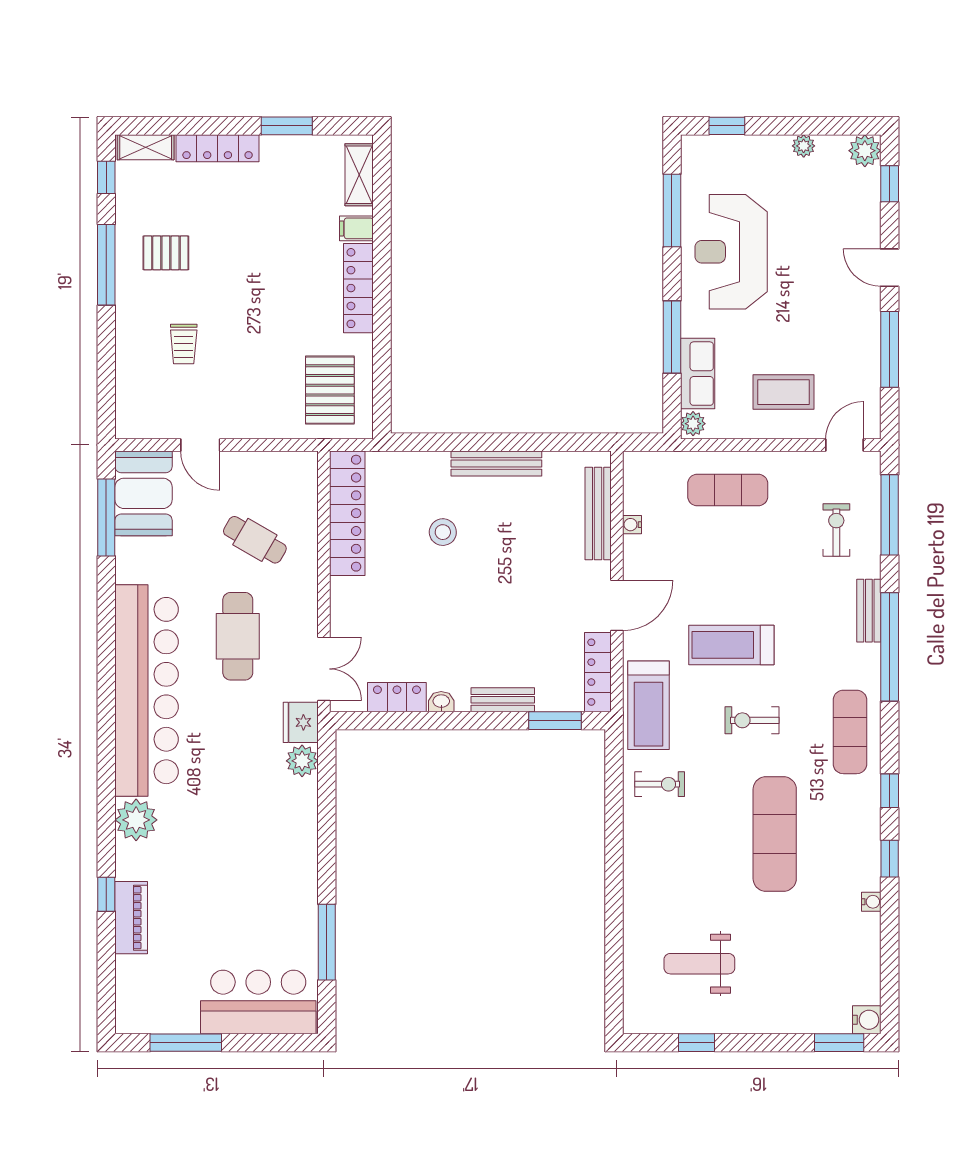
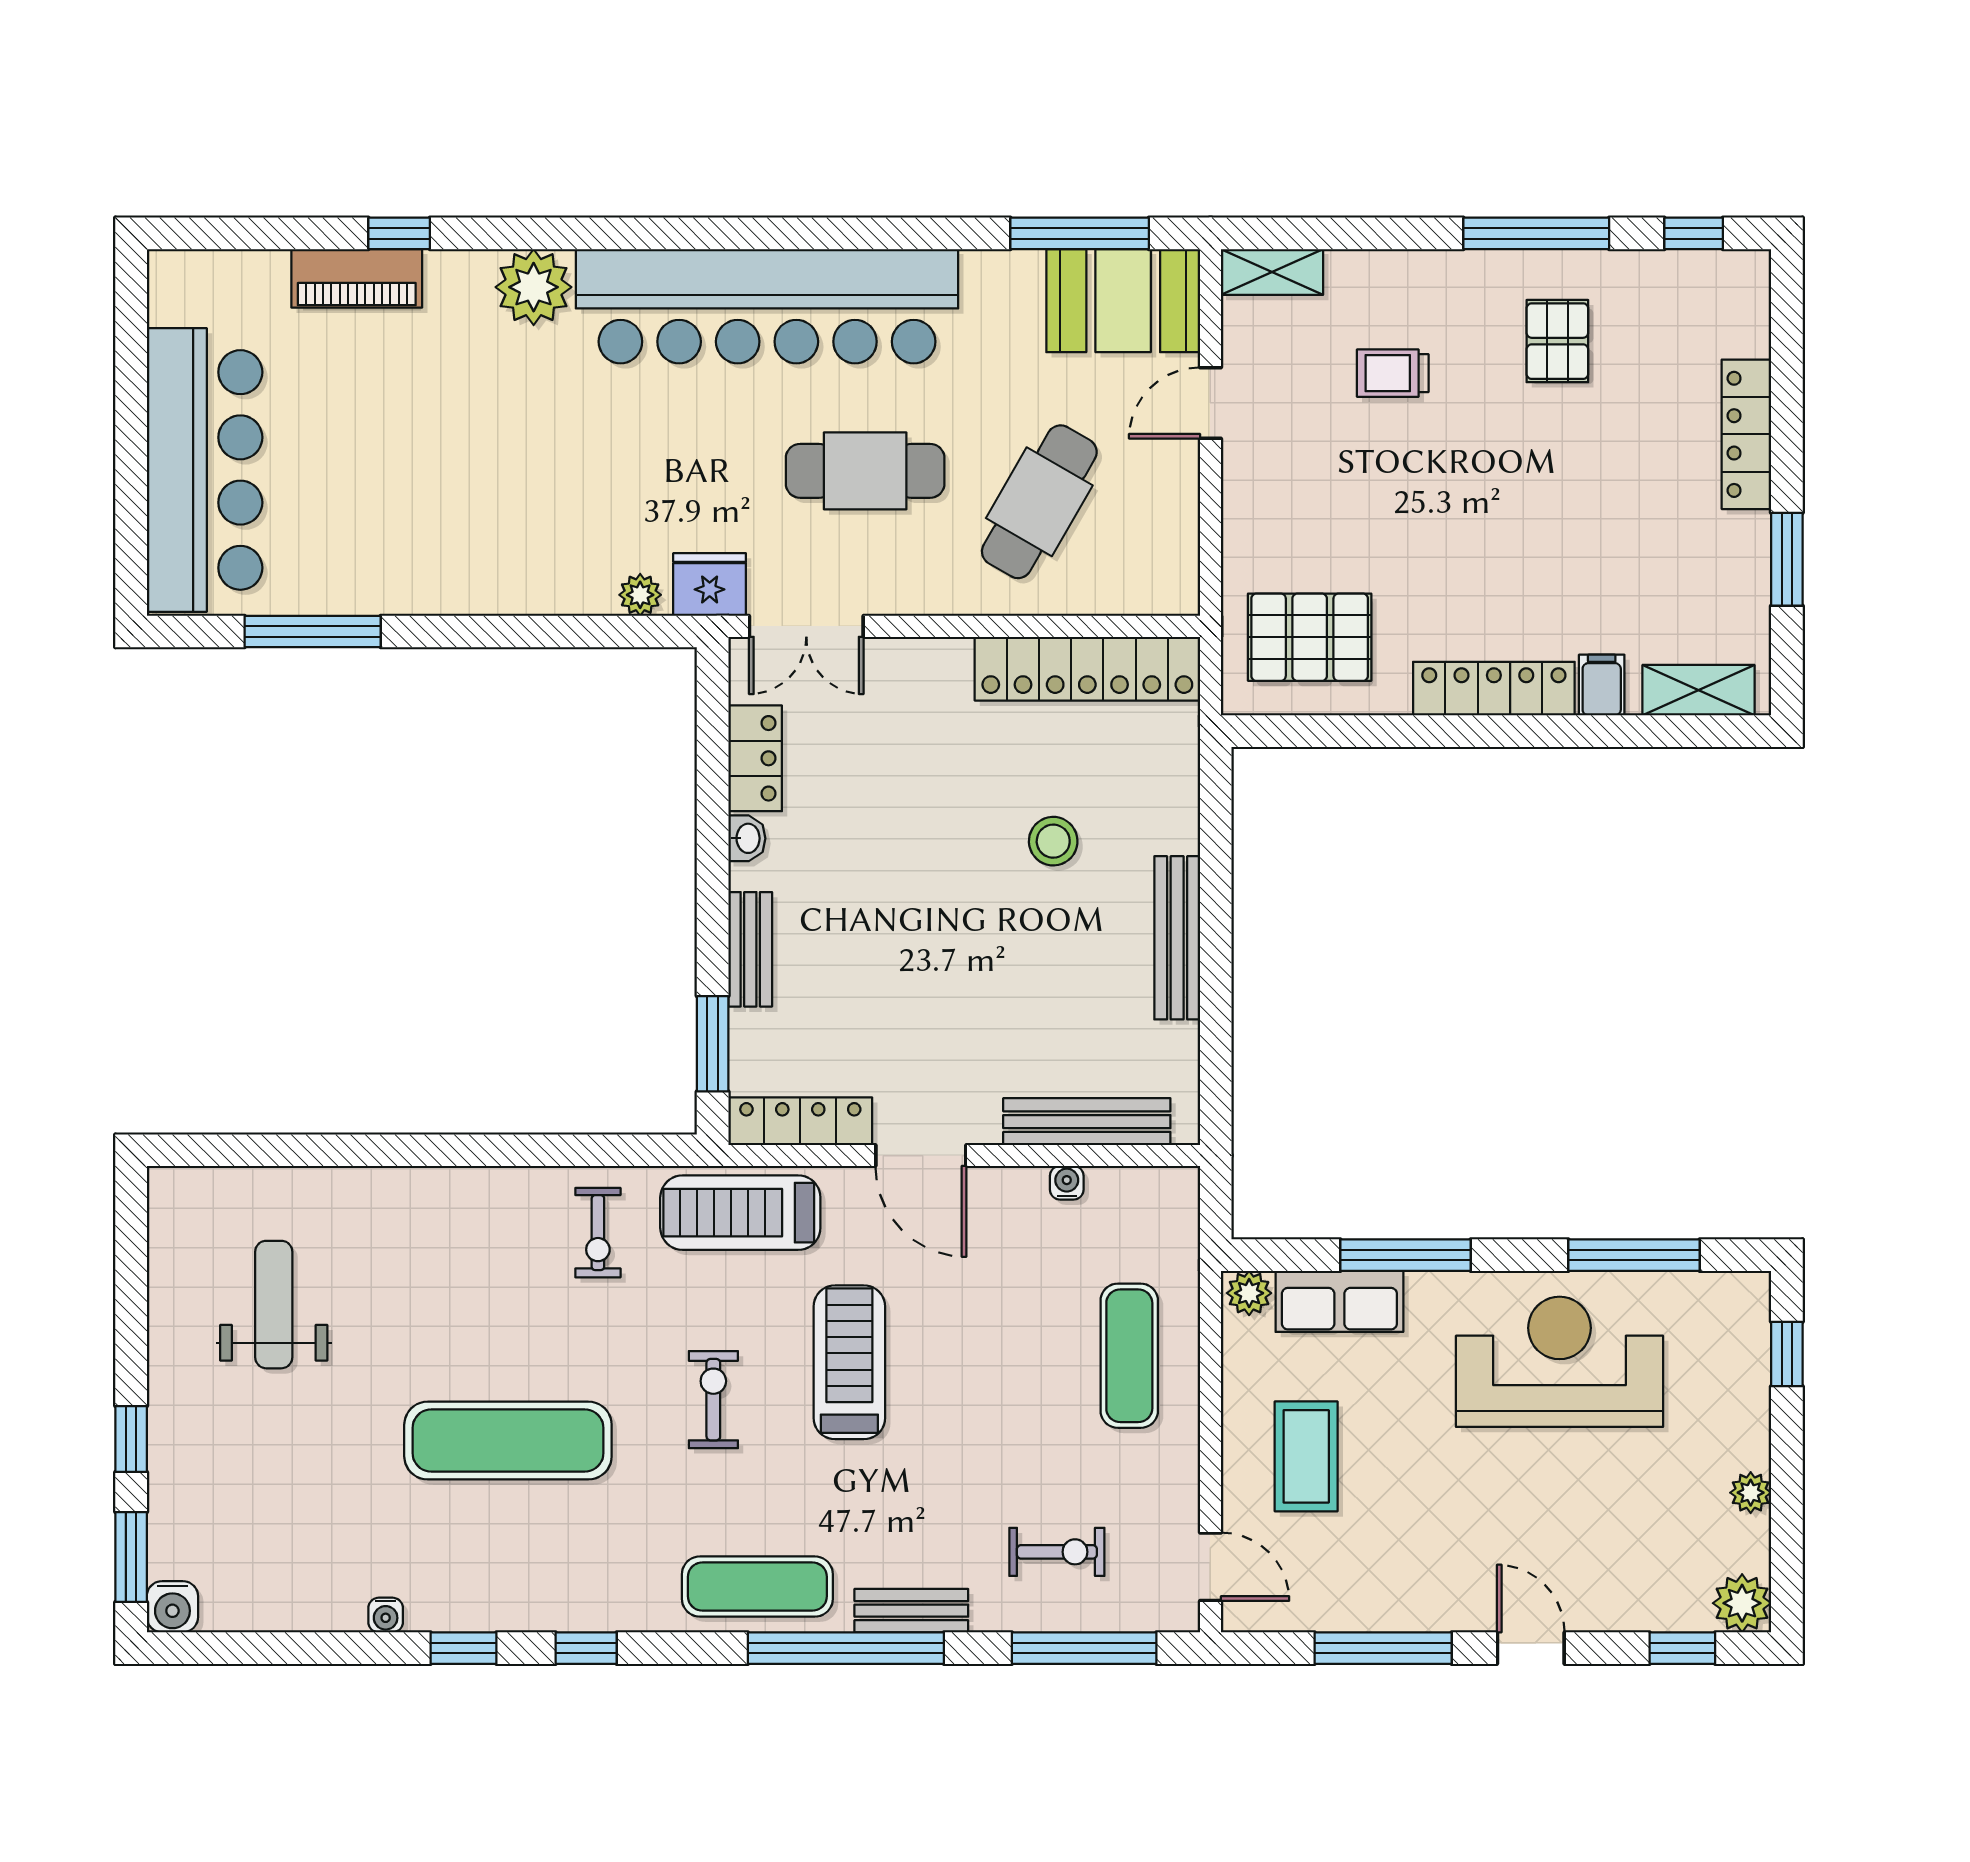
shelving: (146, 147) -> (1272, 272), moved, turned 90
door: (890, 268) -> (1531, 1648), hinge flipped
cafe table: (255, 540) -> (1039, 502), width x1.37, depth x1.35
exercise mat: (850, 732) -> (757, 1587), moved
plant: (302, 761) -> (640, 595), width x0.73, depth x0.73
bar counter: (258, 1002) -> (205, 470), width x1.36
window: (186, 1043) -> (131, 377), removed
window: (696, 1043) -> (131, 1439), moved

